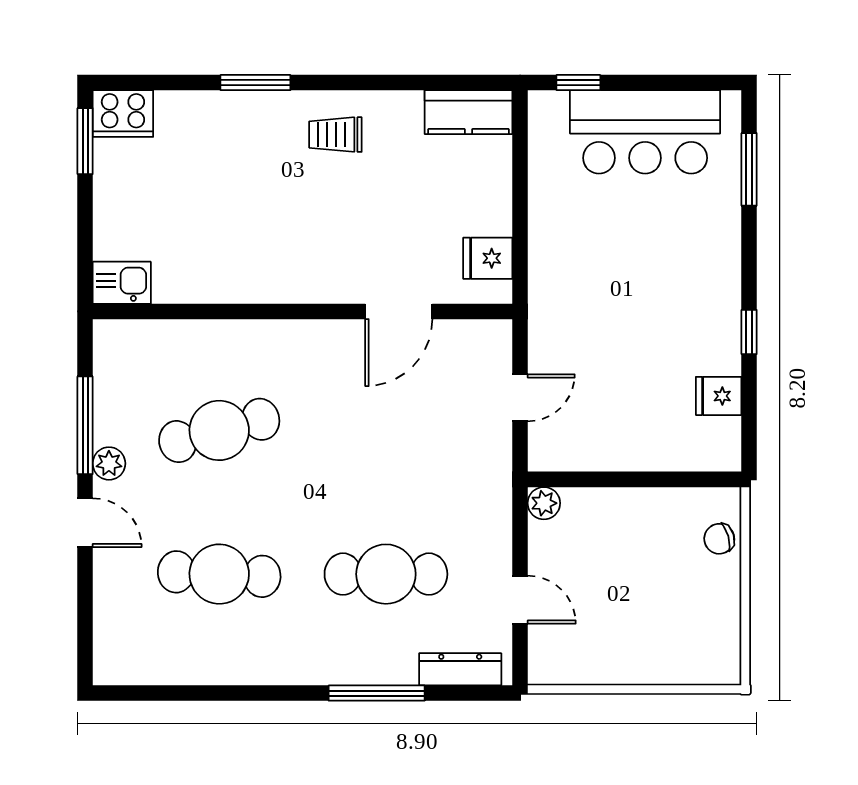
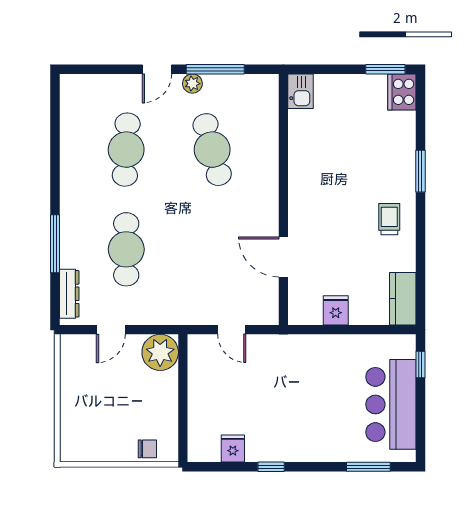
fridge: (488, 258) -> (336, 310), moved
plant: (544, 503) -> (160, 352), width x1.88, depth x1.88
chair: (719, 539) -> (147, 449), turned 106

